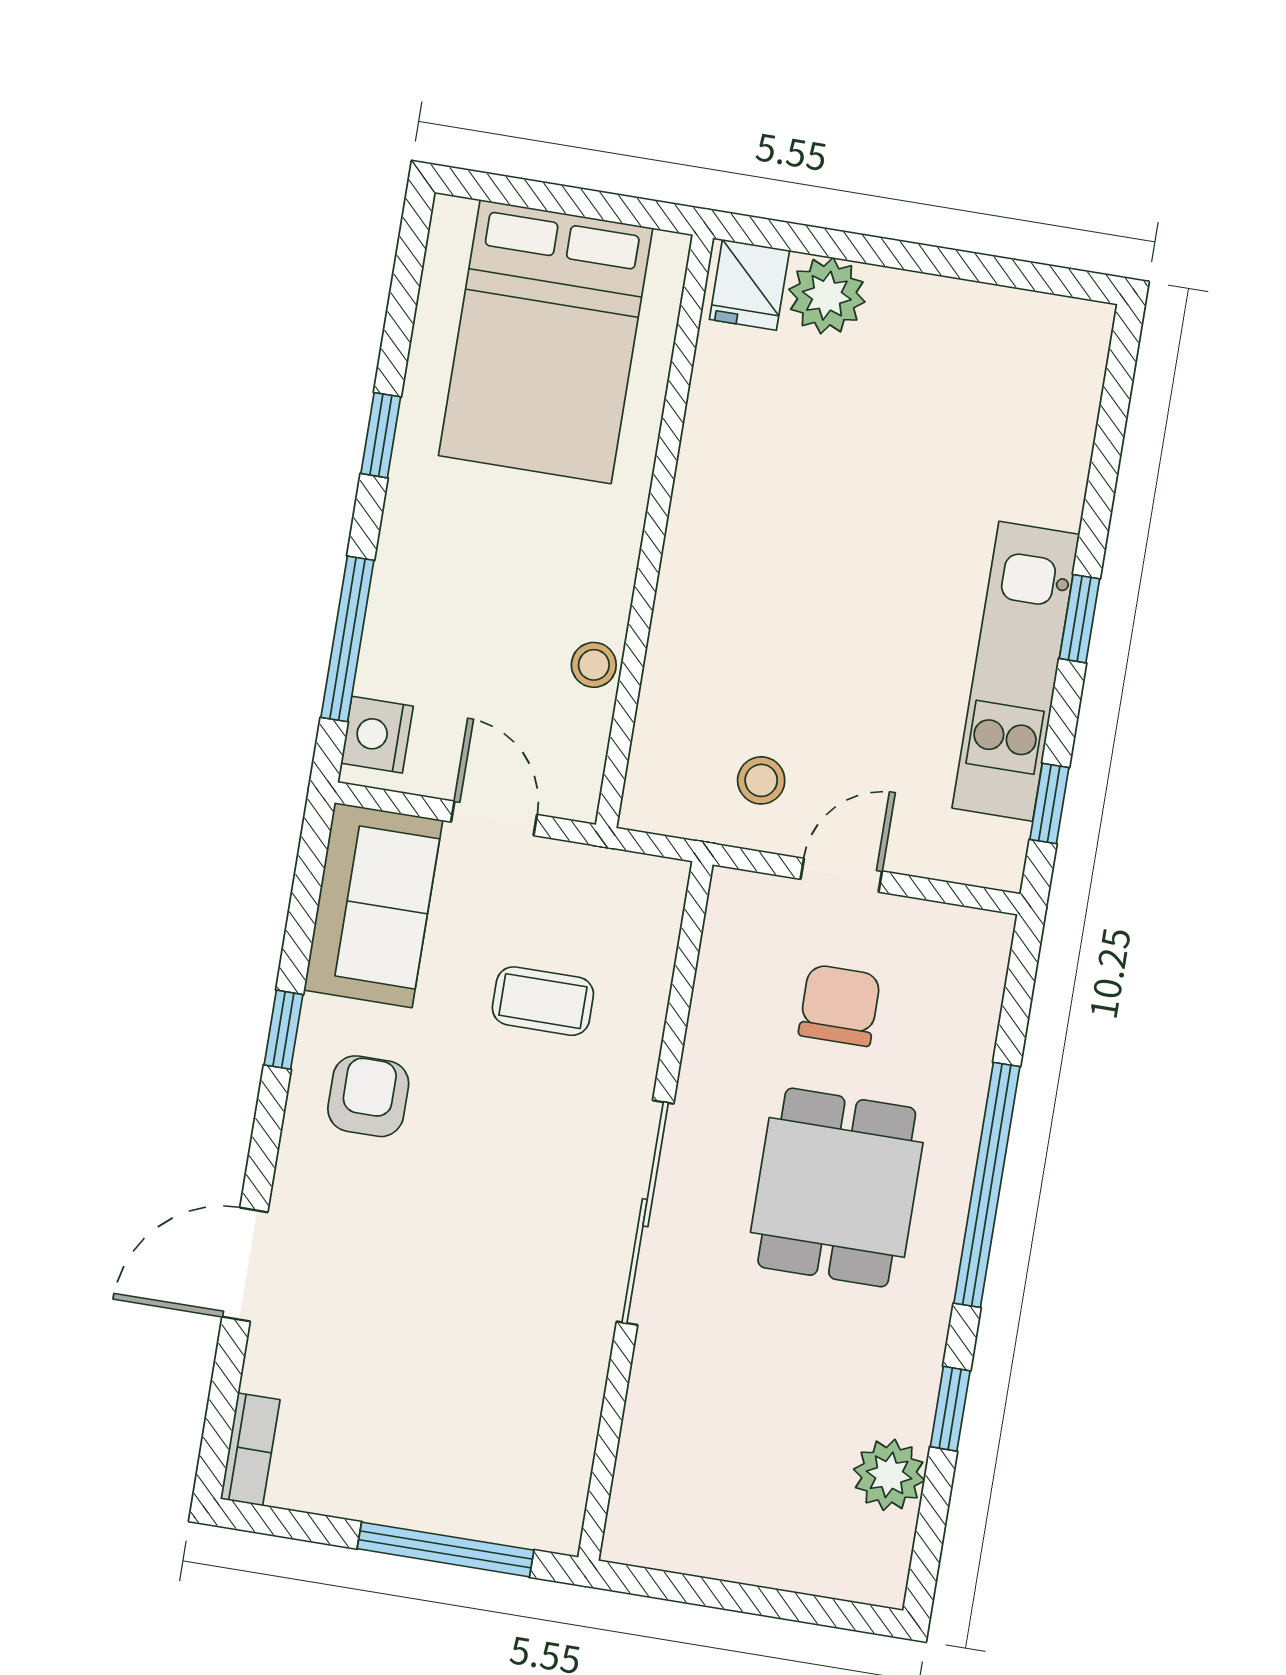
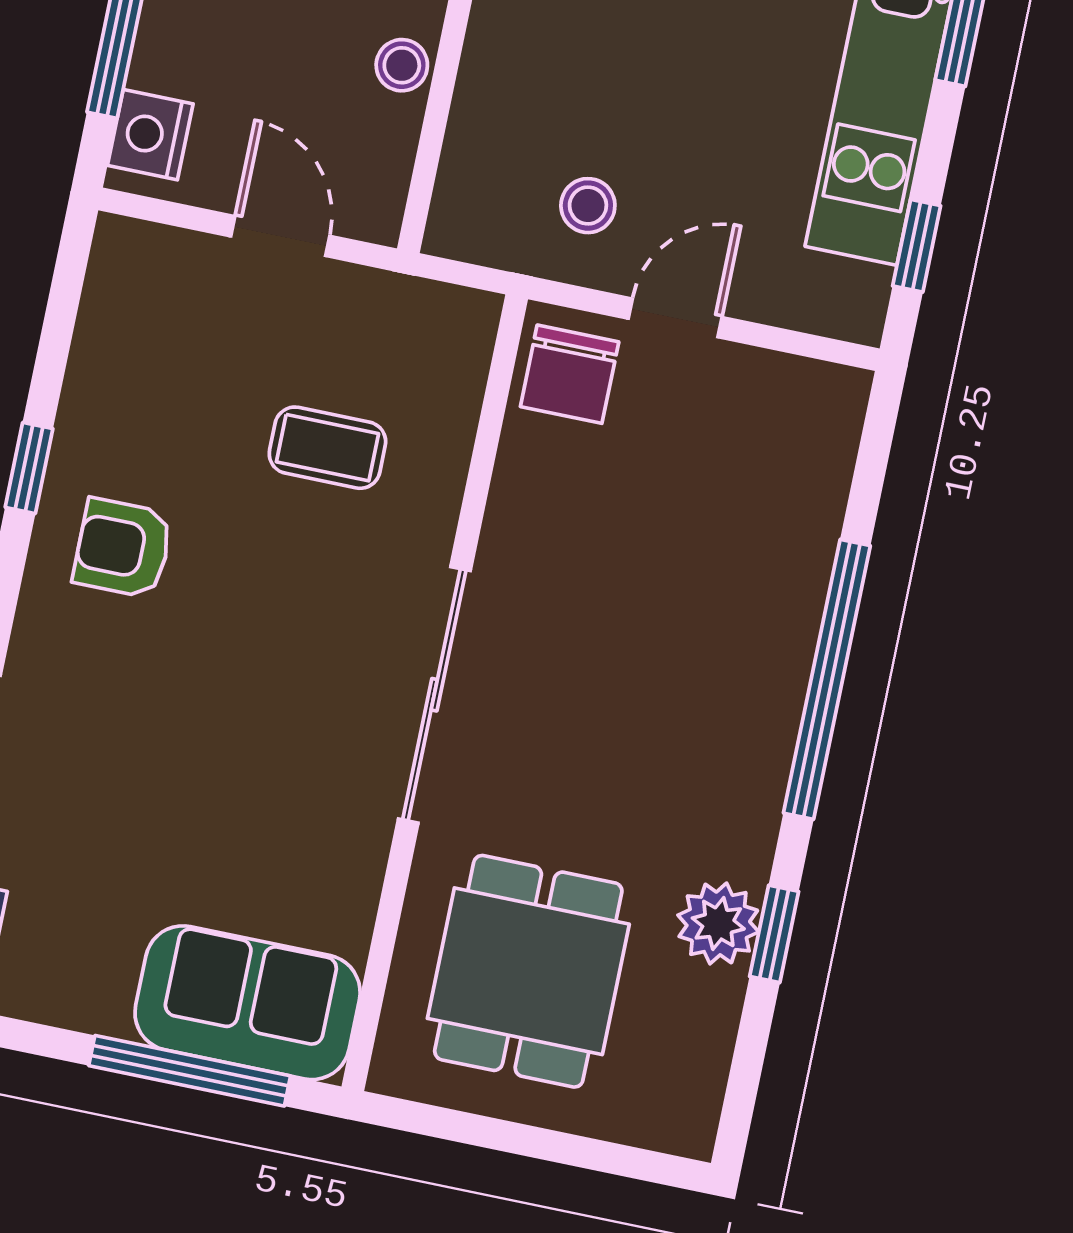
sofa: (373, 905) -> (248, 1003), moved, turned -90
chair: (840, 1005) -> (570, 374), moved, turned 180
armchair: (368, 1096) -> (123, 548), turned -90
dining table: (837, 1187) -> (528, 971), moved
plant: (889, 1475) -> (718, 923), moved

